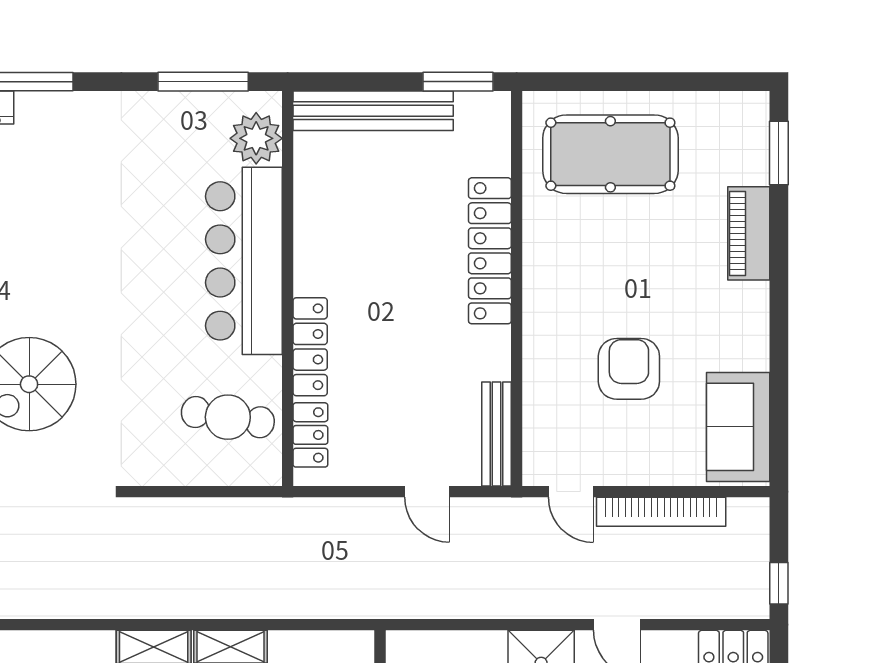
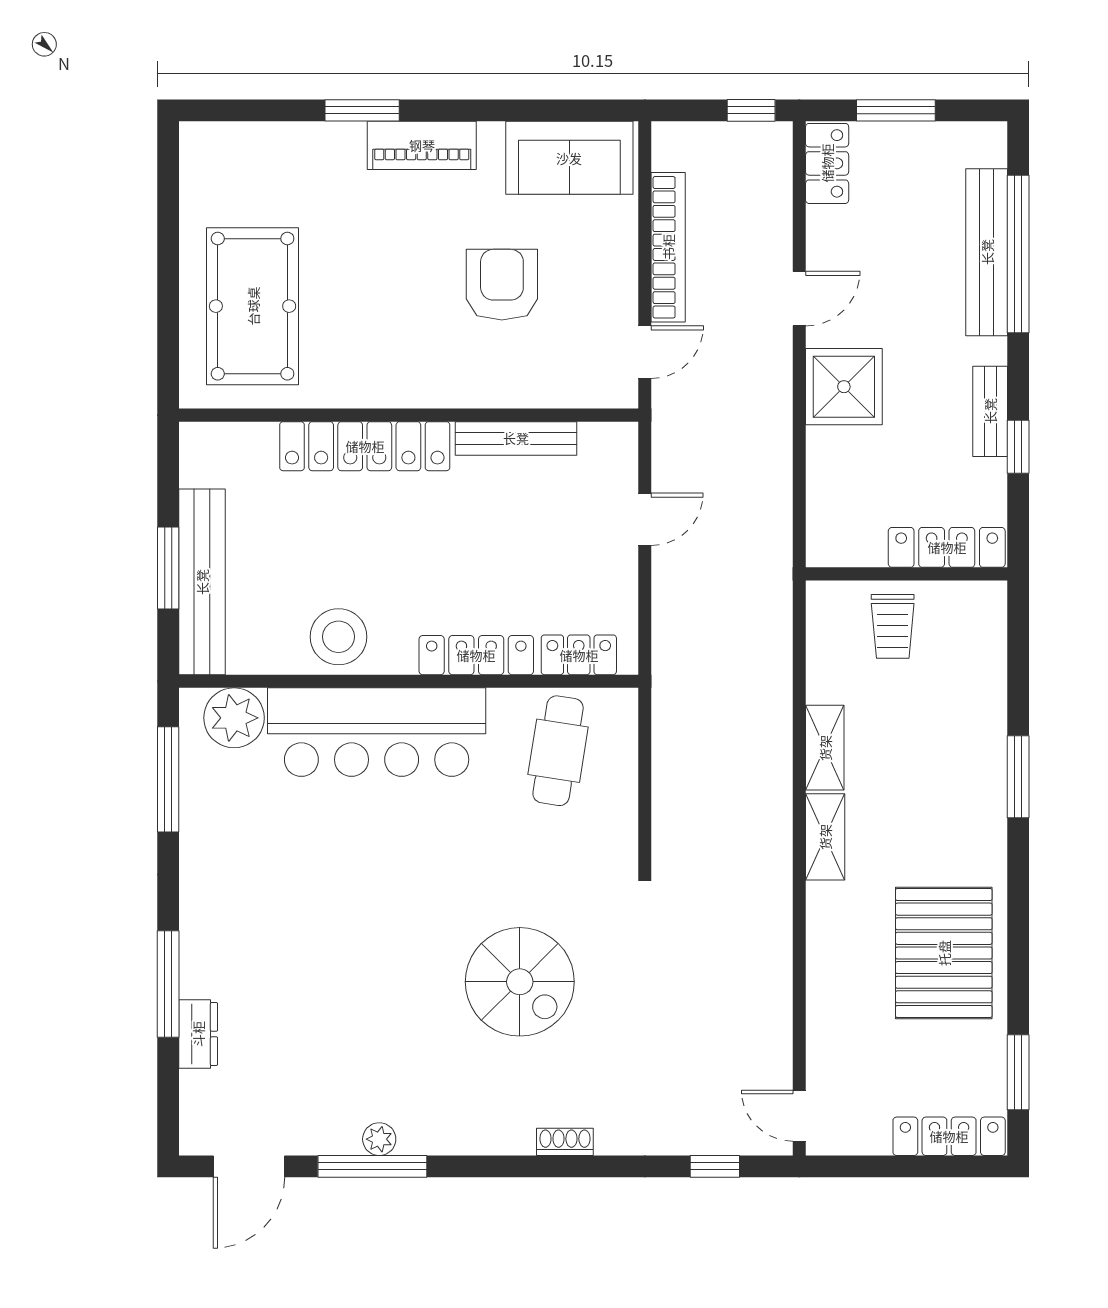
window: (458, 82) -> (168, 568), moved
window: (779, 153) -> (362, 110), moved
stool: (326, 228) -> (339, 637), added
piano: (749, 233) -> (422, 145), moved
armchair: (629, 369) -> (502, 285), turned 90
bench: (497, 434) -> (516, 438), moved

